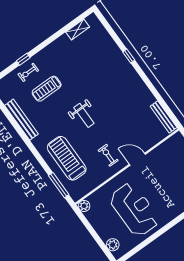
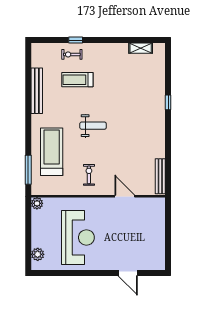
weight bench: (84, 115) -> (93, 126), turned -90
door: (137, 159) -> (125, 196), moved

